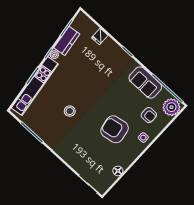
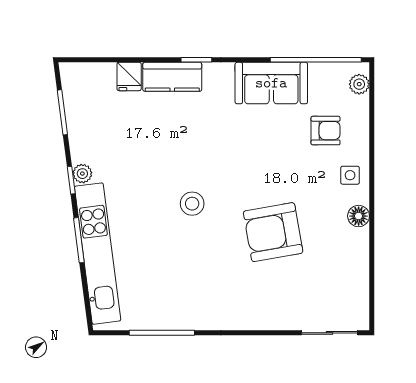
kitchen counter: (67, 41) -> (172, 77), moved, turned 97
plant: (171, 107) -> (359, 84), width x0.53, depth x0.53
stool: (70, 111) -> (192, 204), moved
armchair: (115, 129) -> (273, 232), moved
floor lamp: (118, 171) -> (359, 216), moved

